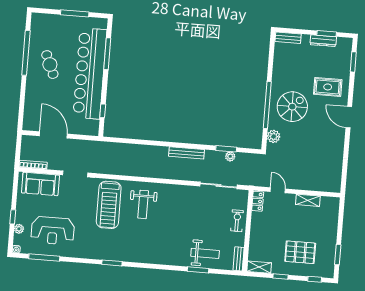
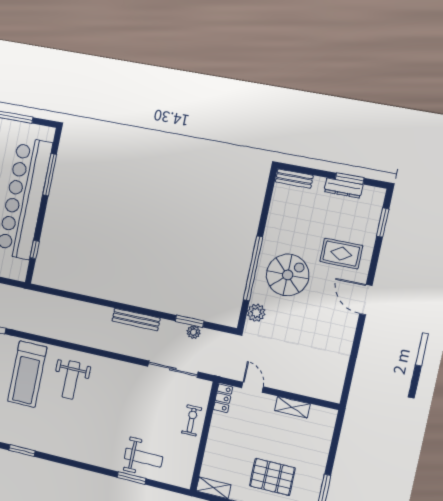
bench: (239, 259) -> (187, 472), removed

